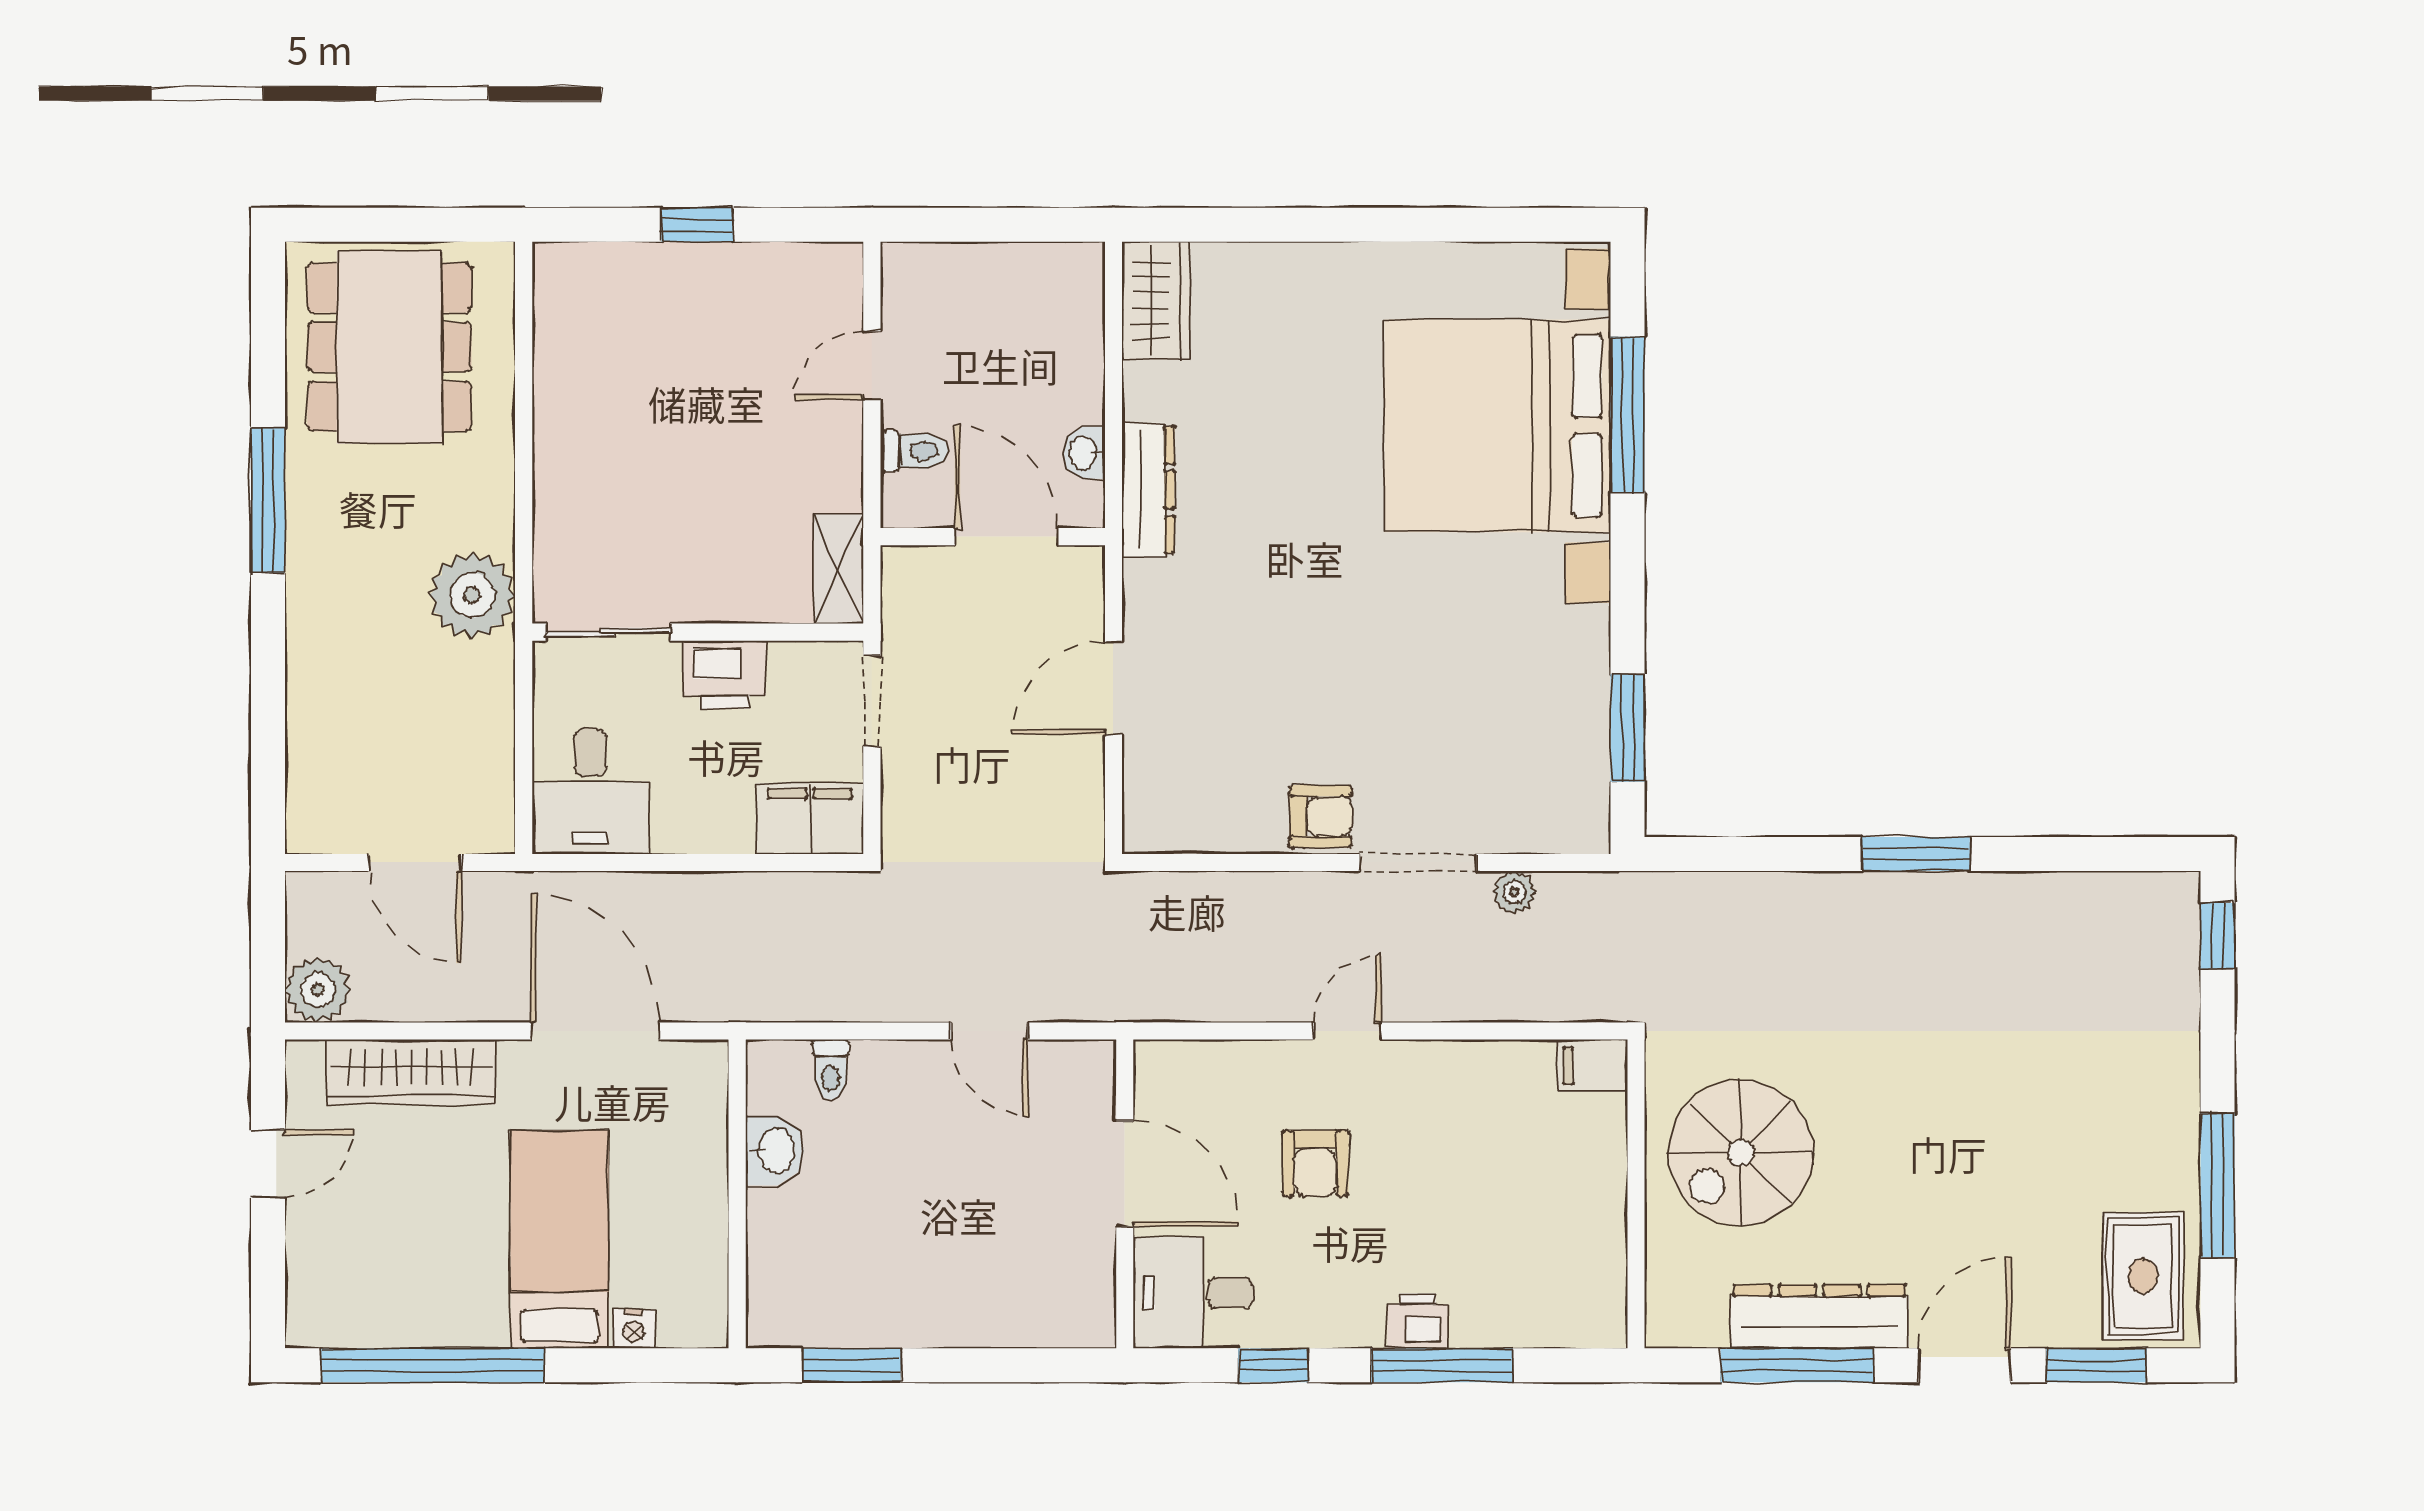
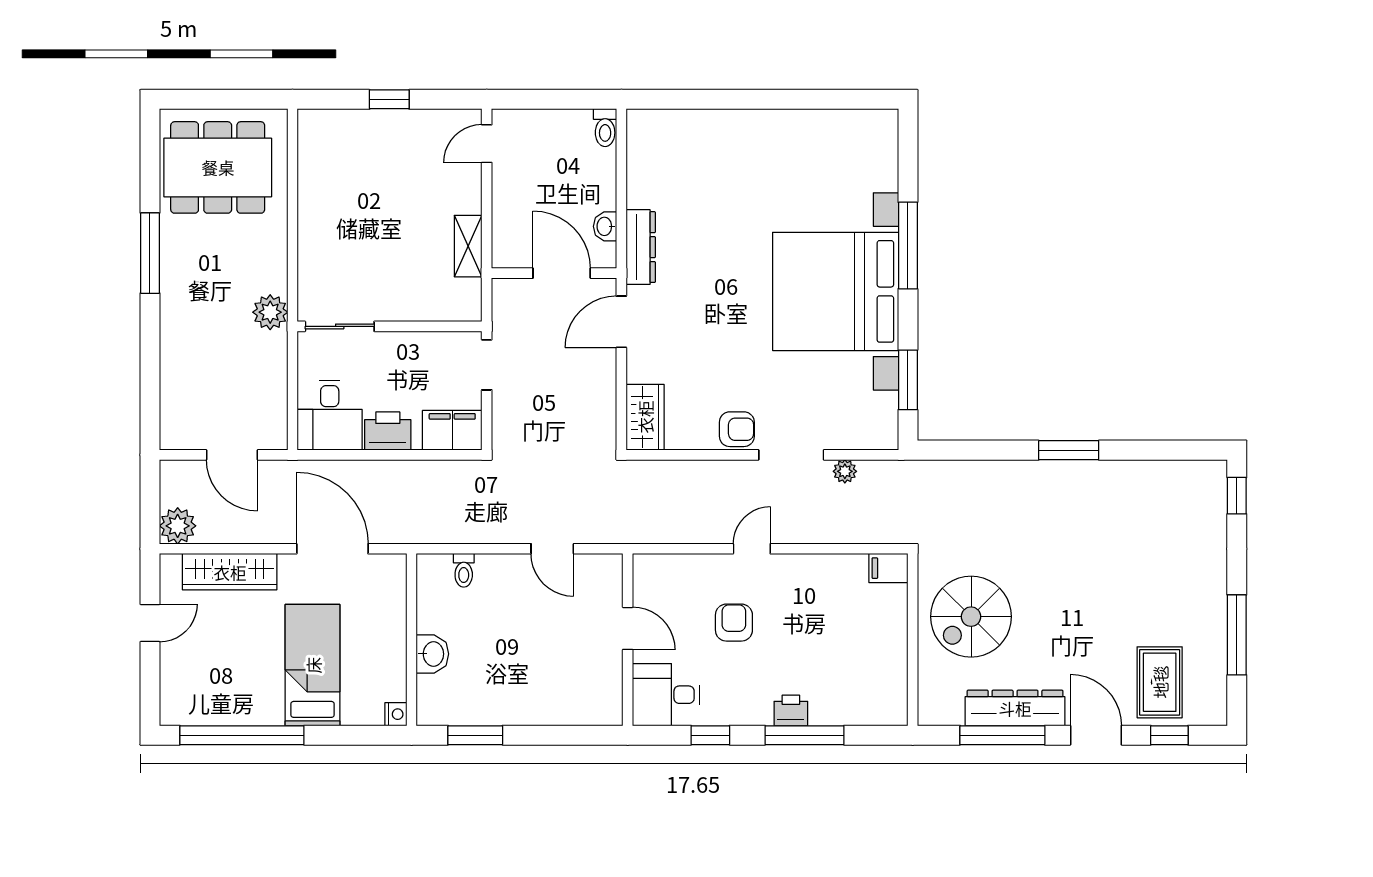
wardrobe: (1156, 301) -> (645, 417), moved
dining table: (389, 347) -> (218, 167), turned 90
door: (872, 365) -> (487, 144), moved
window: (1628, 415) -> (908, 246), moved
bed with nightstands: (1498, 426) -> (836, 291), moved
toilet: (914, 451) -> (605, 128), moved, turned 90
shelving: (839, 569) -> (468, 246), moved
plant: (472, 595) -> (270, 312), width x0.73, depth x0.73
printer: (725, 675) -> (388, 431), moved, turned 180
door: (1113, 688) -> (621, 322), moved
washbasin: (775, 1151) -> (432, 654), moved
armchair: (1315, 1163) -> (734, 623), turned 180
door: (1125, 1174) -> (628, 628), width x0.73
rug: (2143, 1276) -> (1160, 682), moved
nightstand: (634, 1329) -> (396, 714), moved, turned -90
door: (1965, 1365) -> (1096, 735), hinge flipped
window: (2096, 1365) -> (1169, 735), width x0.67

